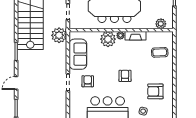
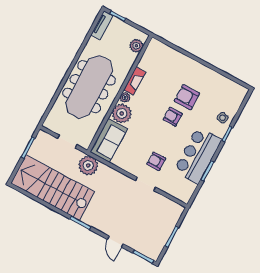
coffee table: (160, 52) -> (167, 64), removed
sofa: (78, 54) -> (109, 140), moved, turned 90
armchair: (155, 91) -> (187, 97), moved, turned 90

